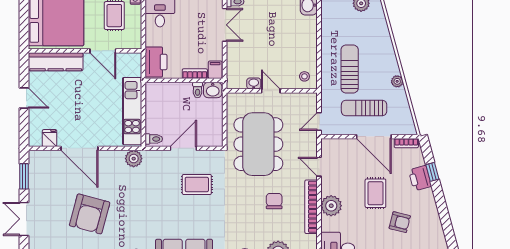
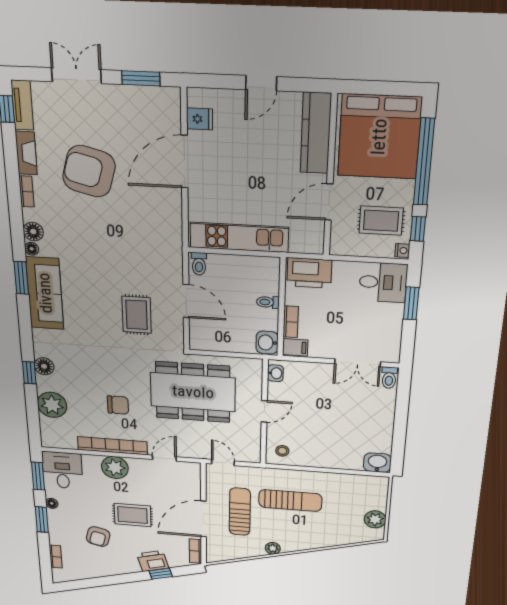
washbasin: (254, 83) -> (275, 373), moved
toilet: (198, 90) -> (268, 302), moved
plant: (134, 159) -> (171, 236), removed

